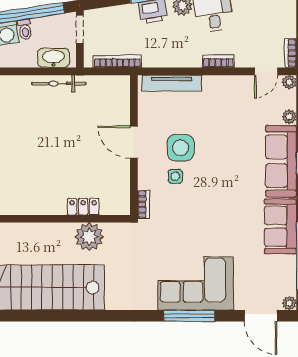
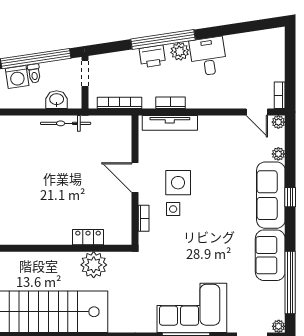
washbasin: (54, 58) -> (57, 100), width x0.72
bookcase: (218, 61) -> (171, 103), moved
door: (266, 71) -> (257, 112), hinge flipped
bookcase: (143, 204) -> (144, 218), moved

